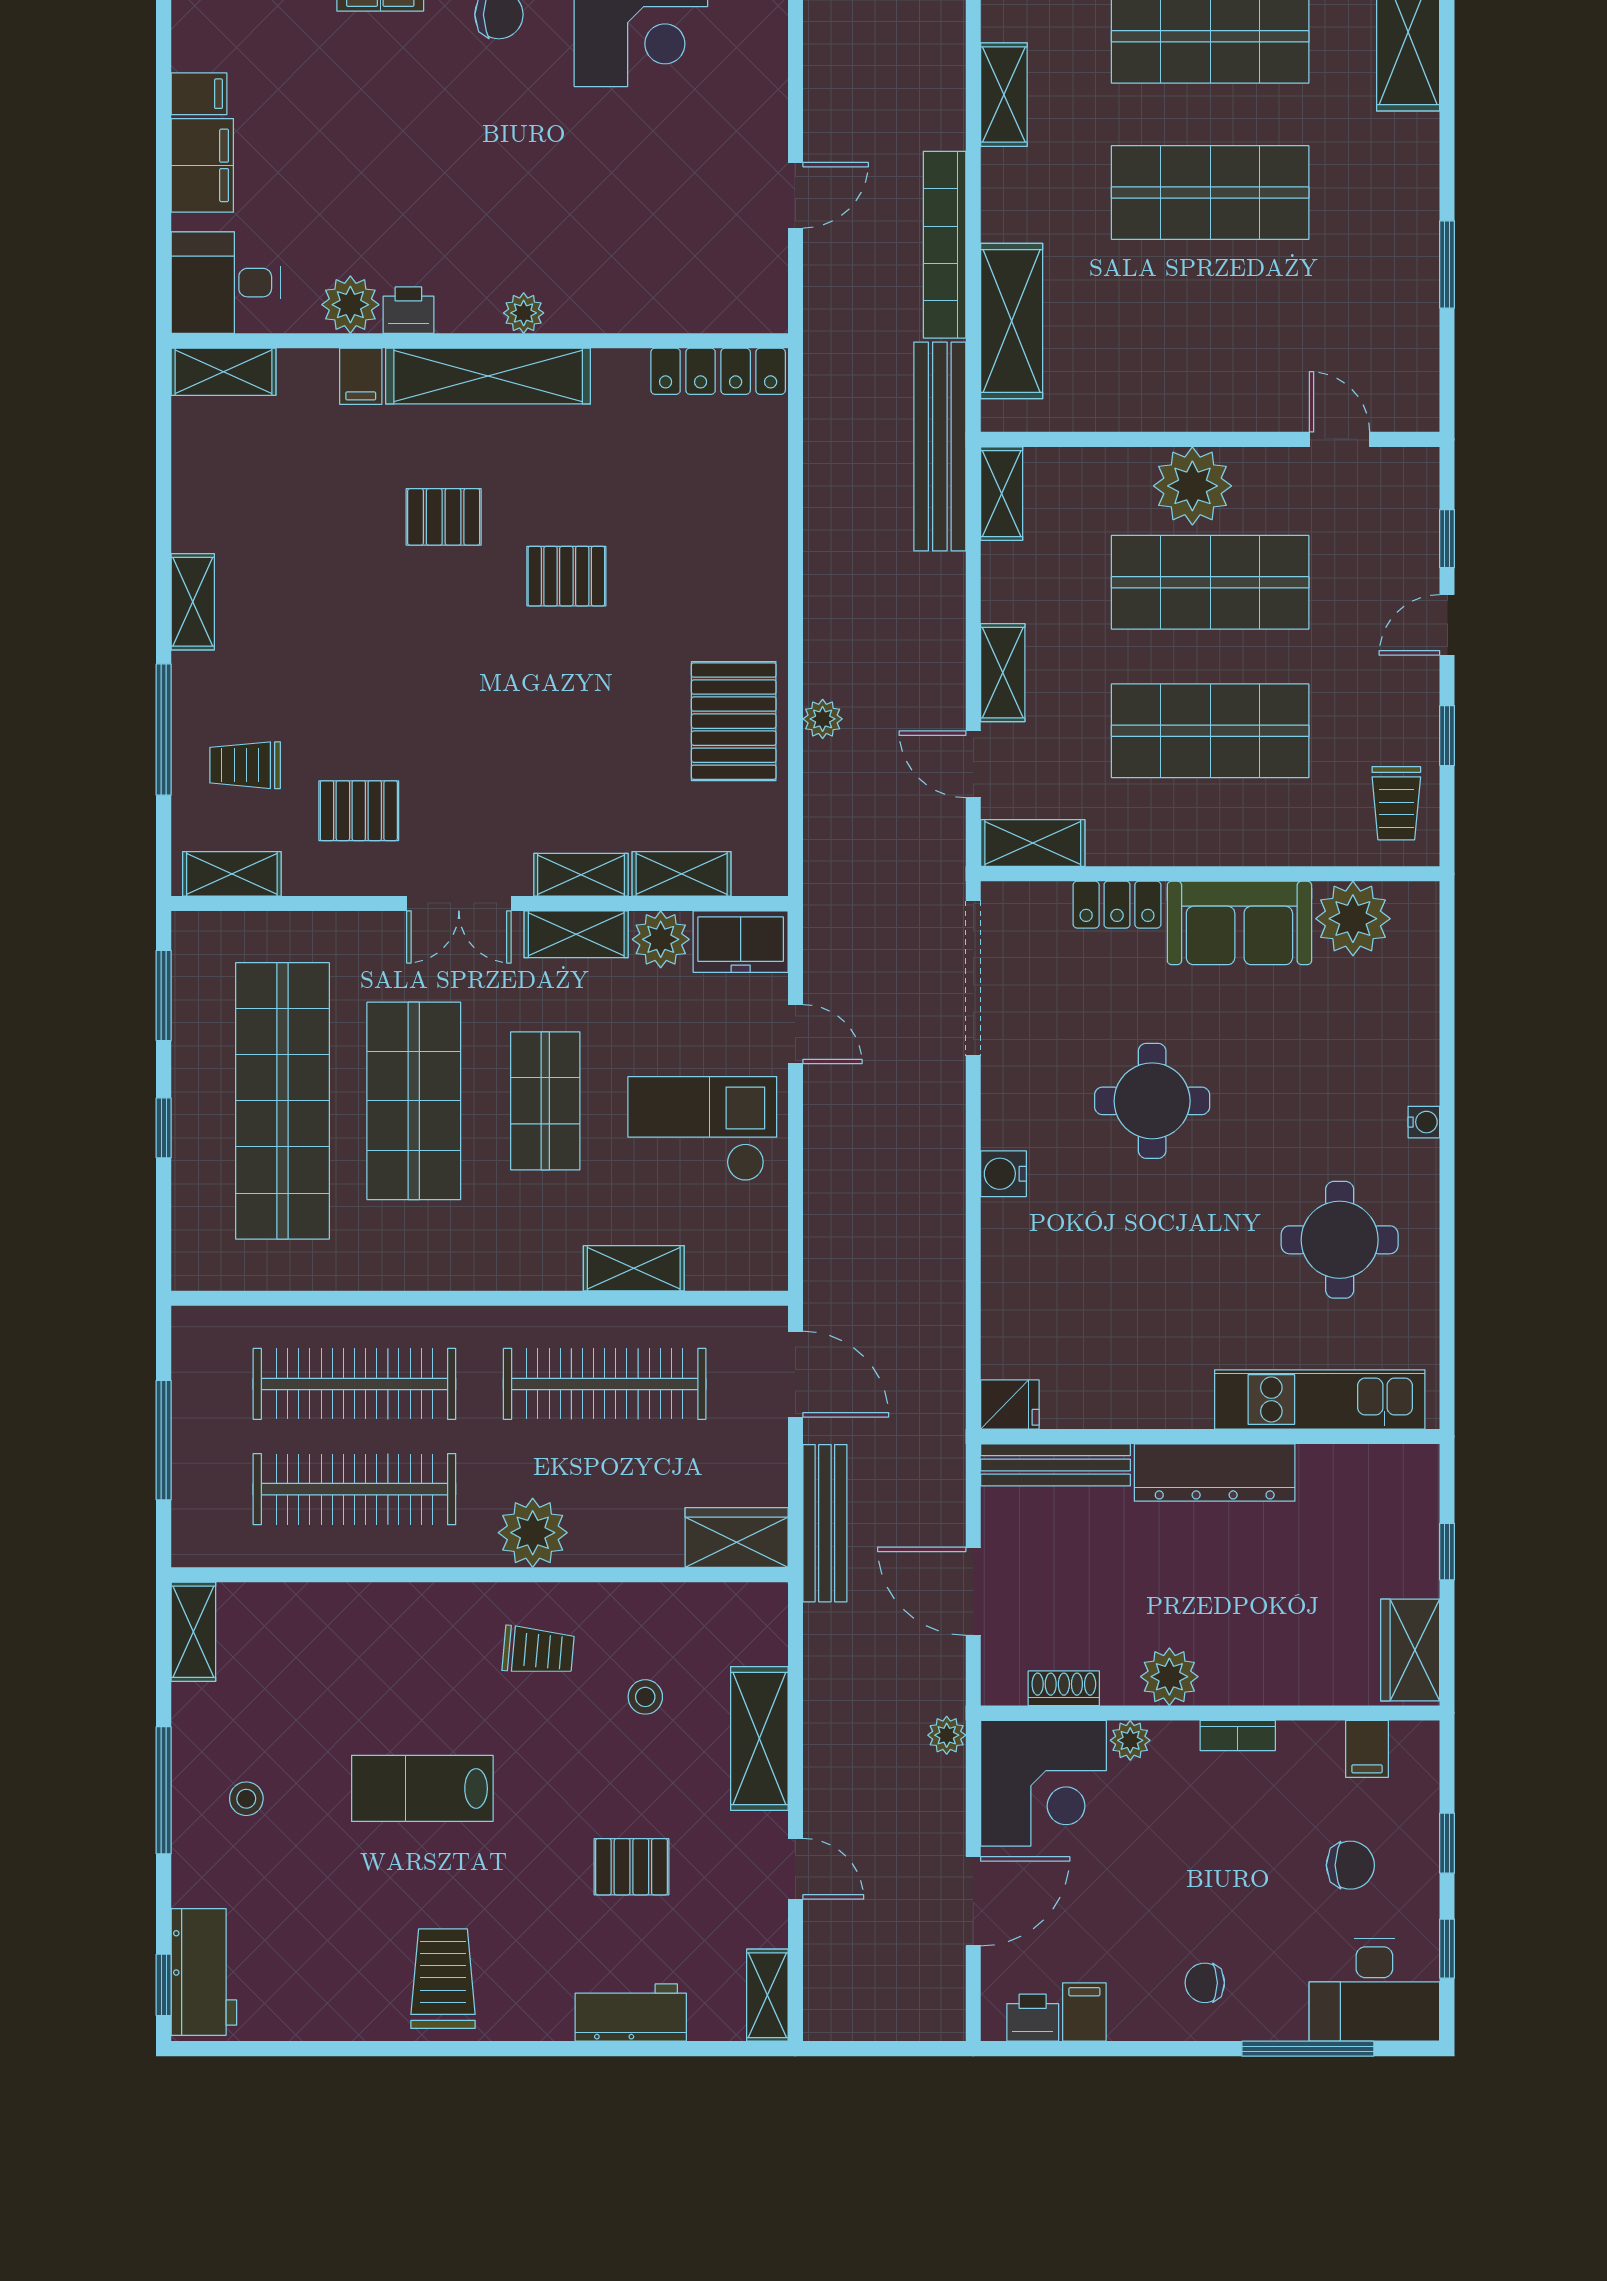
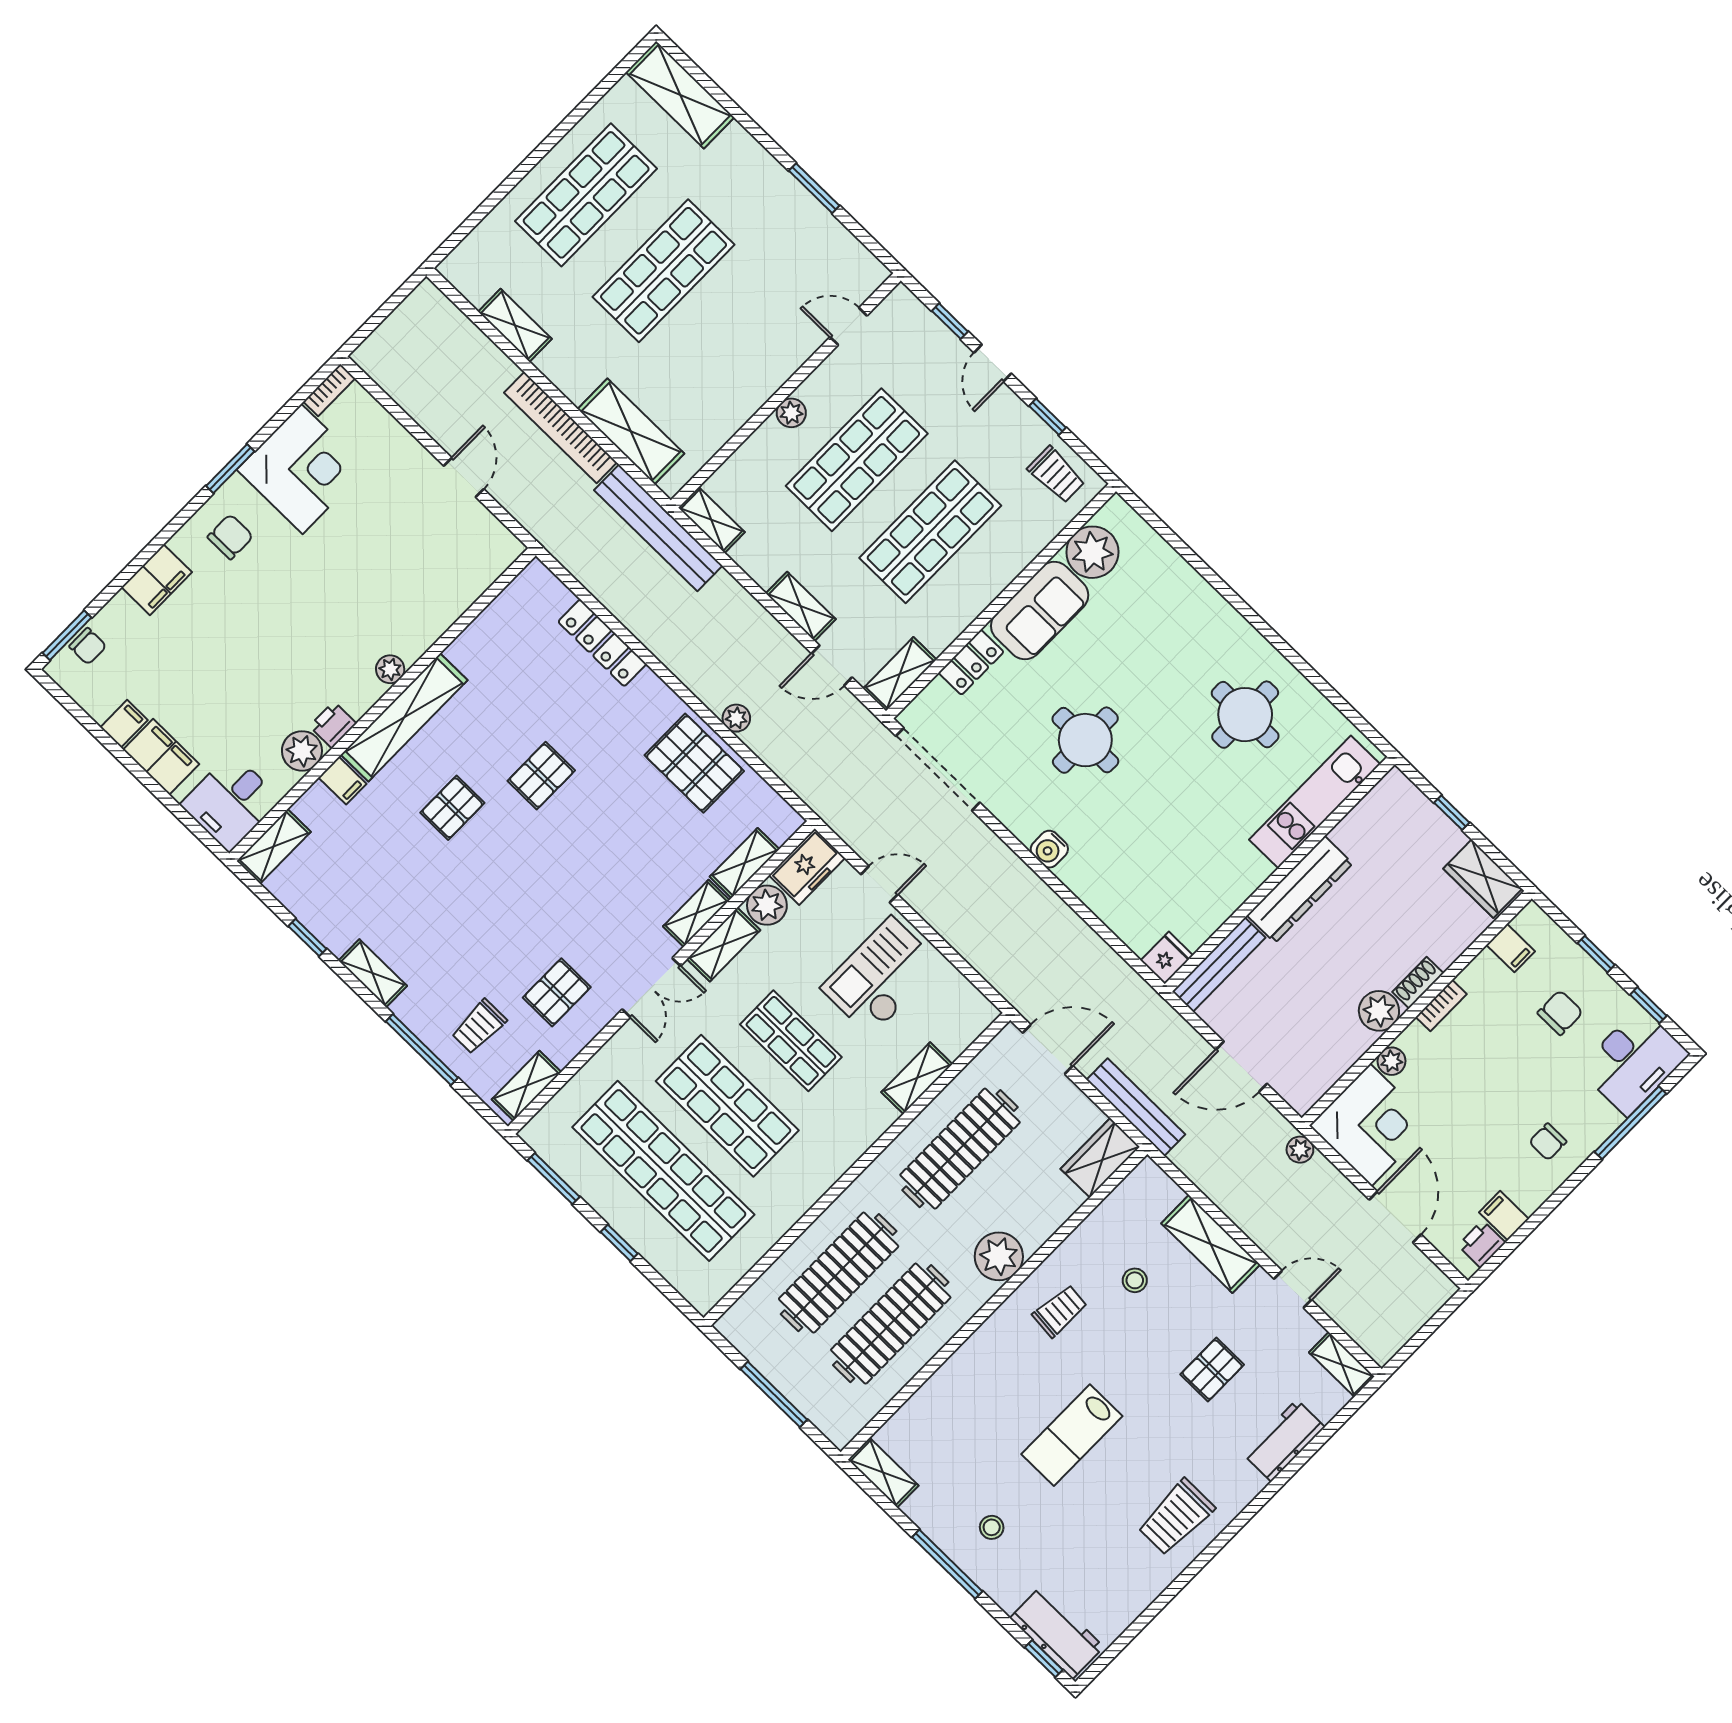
locker: (718, 371) -> (602, 643), moved, turned 90
plant: (1192, 486) -> (791, 413), width x0.53, depth x0.53
window: (164, 498) -> (307, 938), added
water cooler: (1424, 1122) -> (1228, 616), removed
shoe rack: (1064, 1688) -> (1418, 983), moved
trolley: (443, 1979) -> (1176, 1517), turned -90

